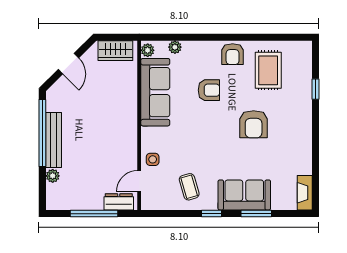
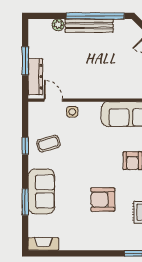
dresser: (119, 202) -> (35, 77), width x1.44
window: (94, 214) -> (25, 61), width x0.69
window: (212, 214) -> (25, 146), moved

